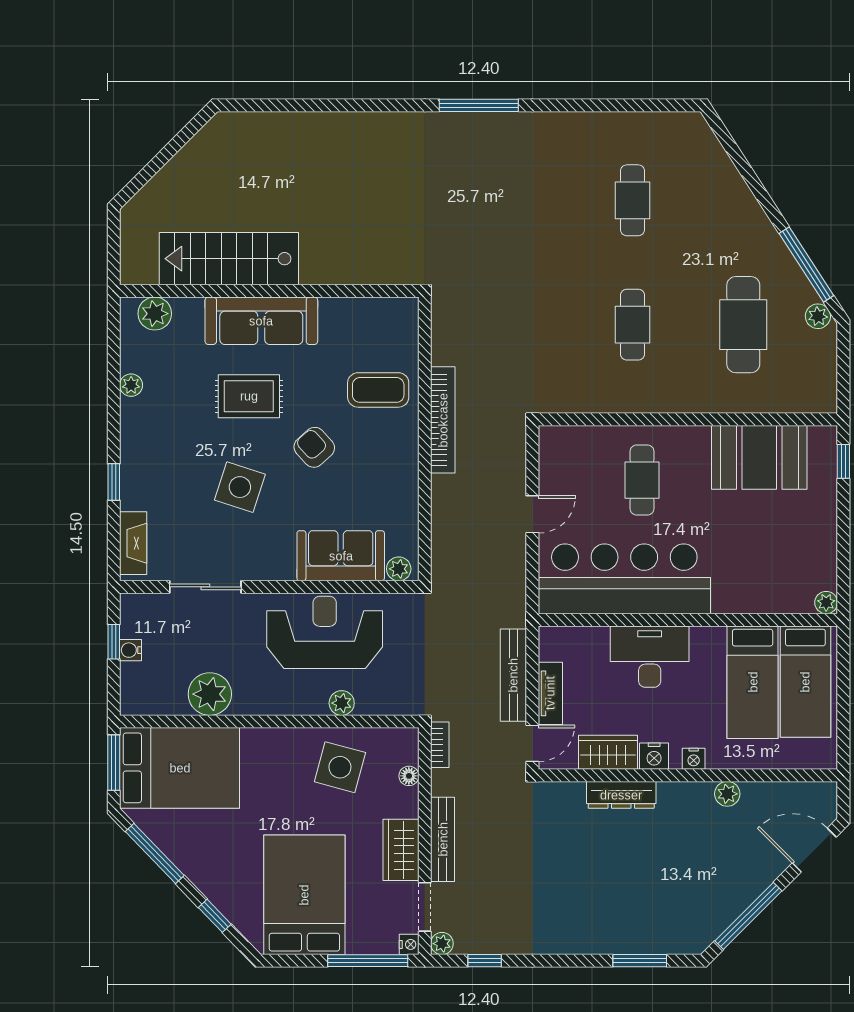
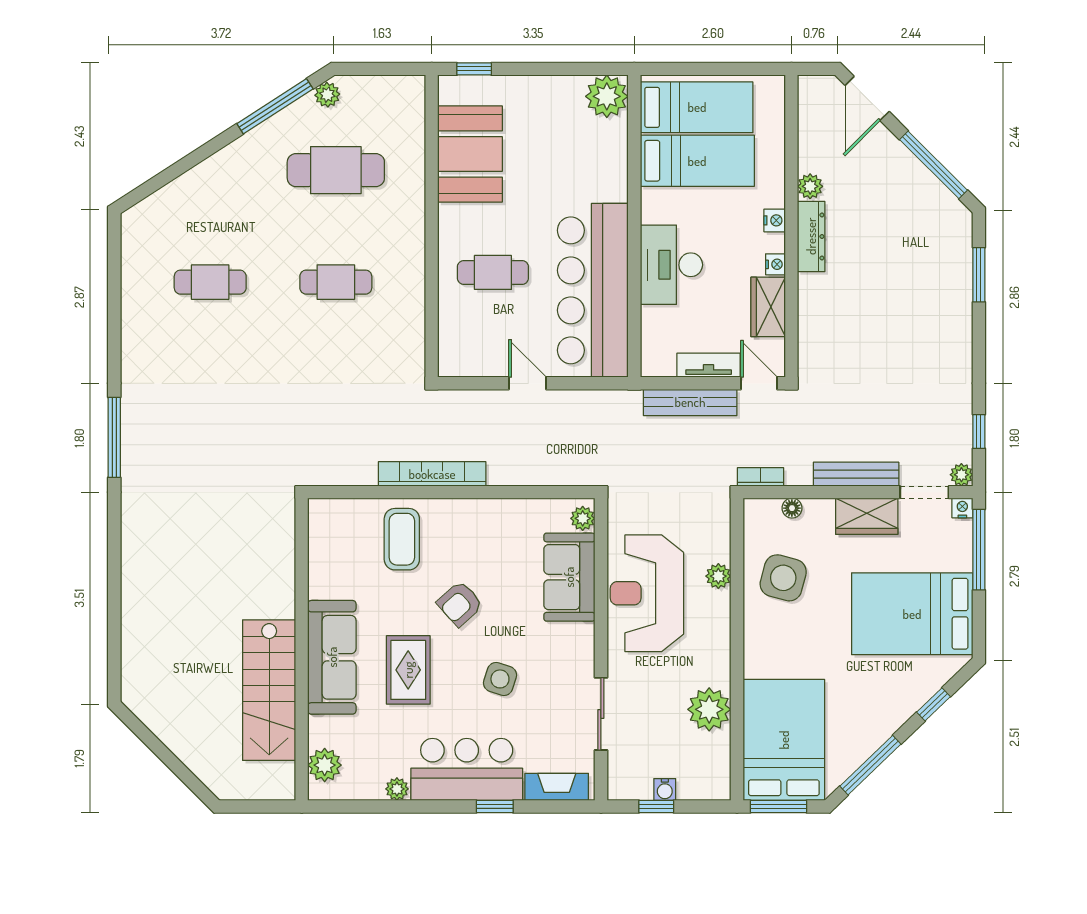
bar counter: (150, 454) -> (467, 769), added
side table: (240, 487) -> (500, 679), width x0.73, depth x0.73
plant: (826, 603) -> (607, 96), width x1.88, depth x1.88
nightstand: (654, 756) -> (775, 264), width x0.72, depth x0.74
dresser: (621, 795) -> (811, 236), moved

